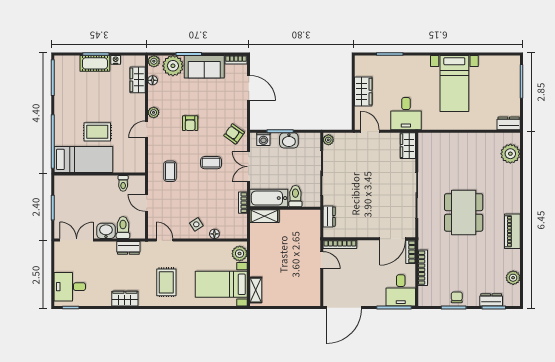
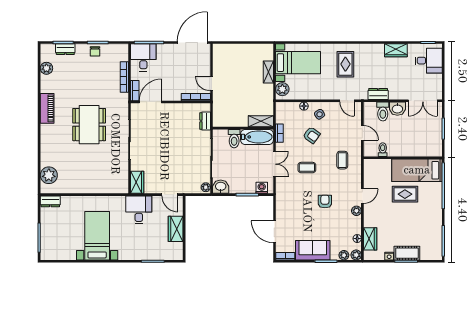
plant: (173, 66) -> (344, 255), width x0.53, depth x0.53
armchair: (234, 134) -> (312, 135), moved
washbasin: (289, 140) -> (221, 187), moved
shelving: (256, 290) -> (268, 72), moved
wardrobe: (125, 299) -> (396, 50), moved

